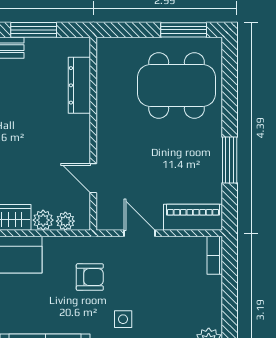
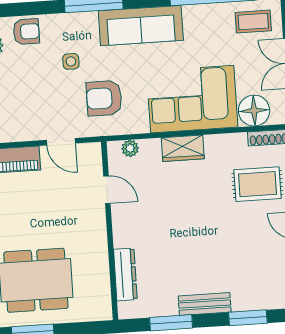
plant: (43, 220) -> (151, 148), removed
armchair: (90, 277) -> (104, 98), width x1.38, depth x1.38

